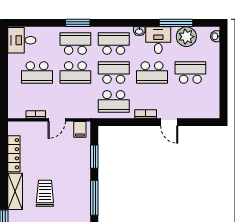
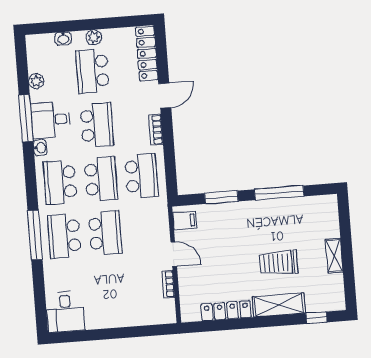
window: (78, 23) -> (35, 235), width x1.44
window: (176, 23) -> (26, 118), moved
washbasin: (215, 36) -> (63, 38), moved
plant: (186, 37) -> (36, 81), width x0.53, depth x0.53
school desk: (37, 72) -> (109, 287), removed
school desk: (114, 72) -> (101, 179), turned 180
plant: (214, 75) -> (94, 37), added
locker: (200, 112) -> (147, 53), added

